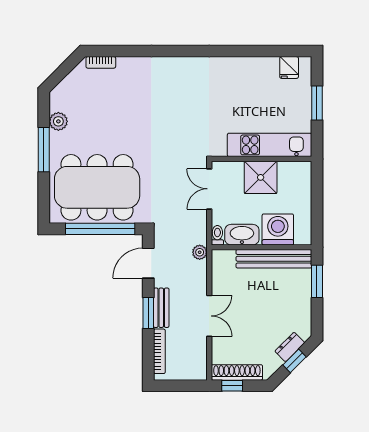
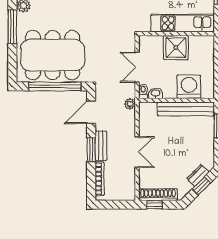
double door: (209, 189) -> (137, 67), moved
washbasin: (242, 235) -> (156, 93), width x0.52, depth x0.69

